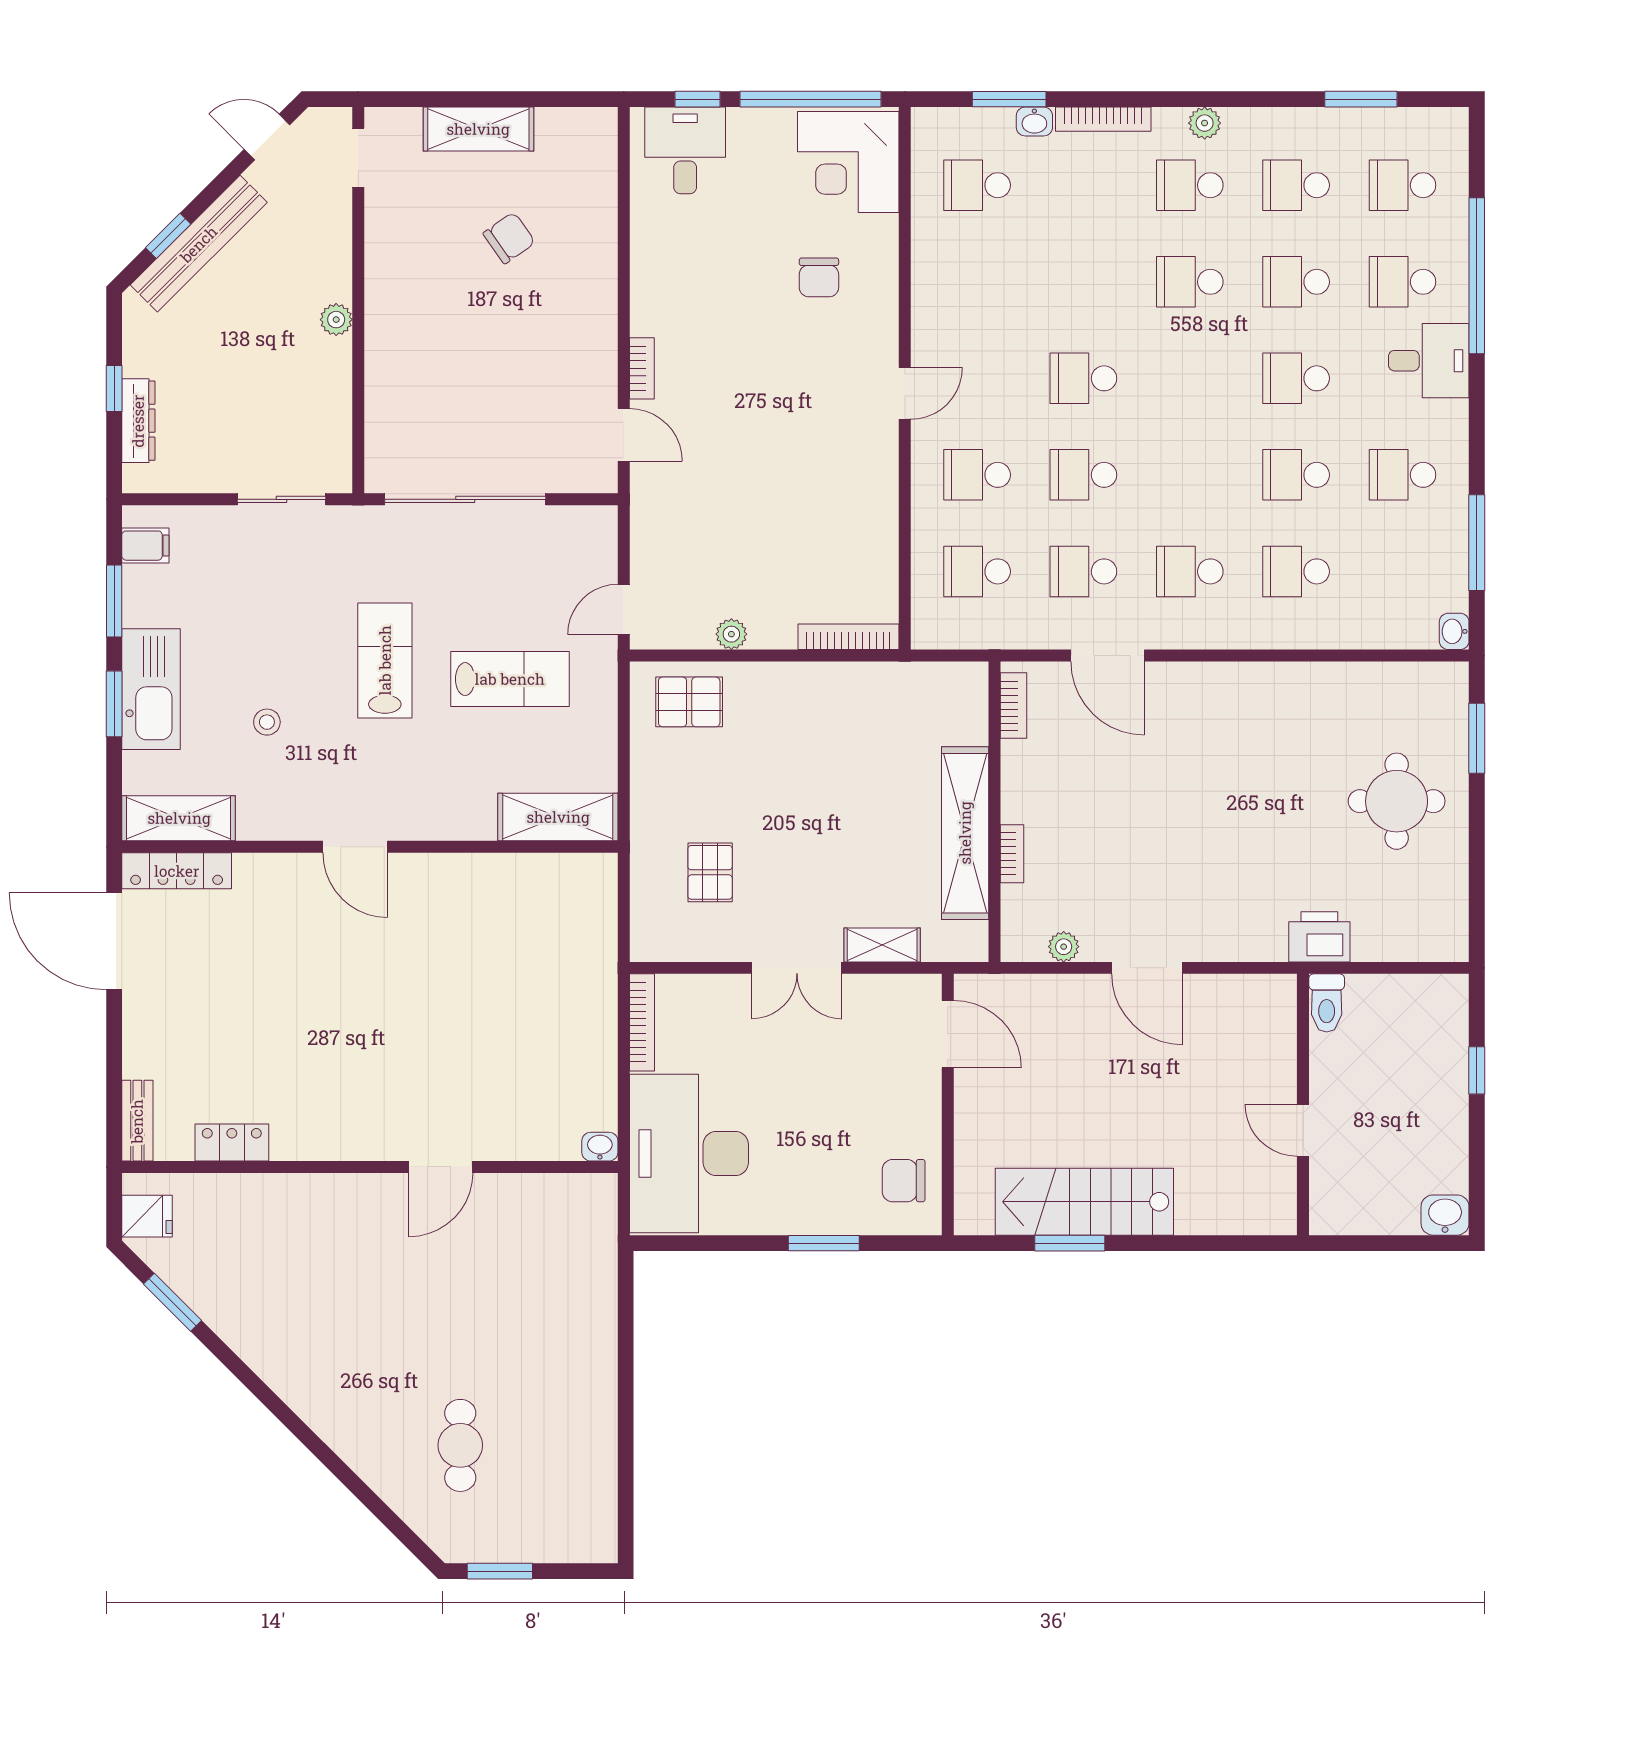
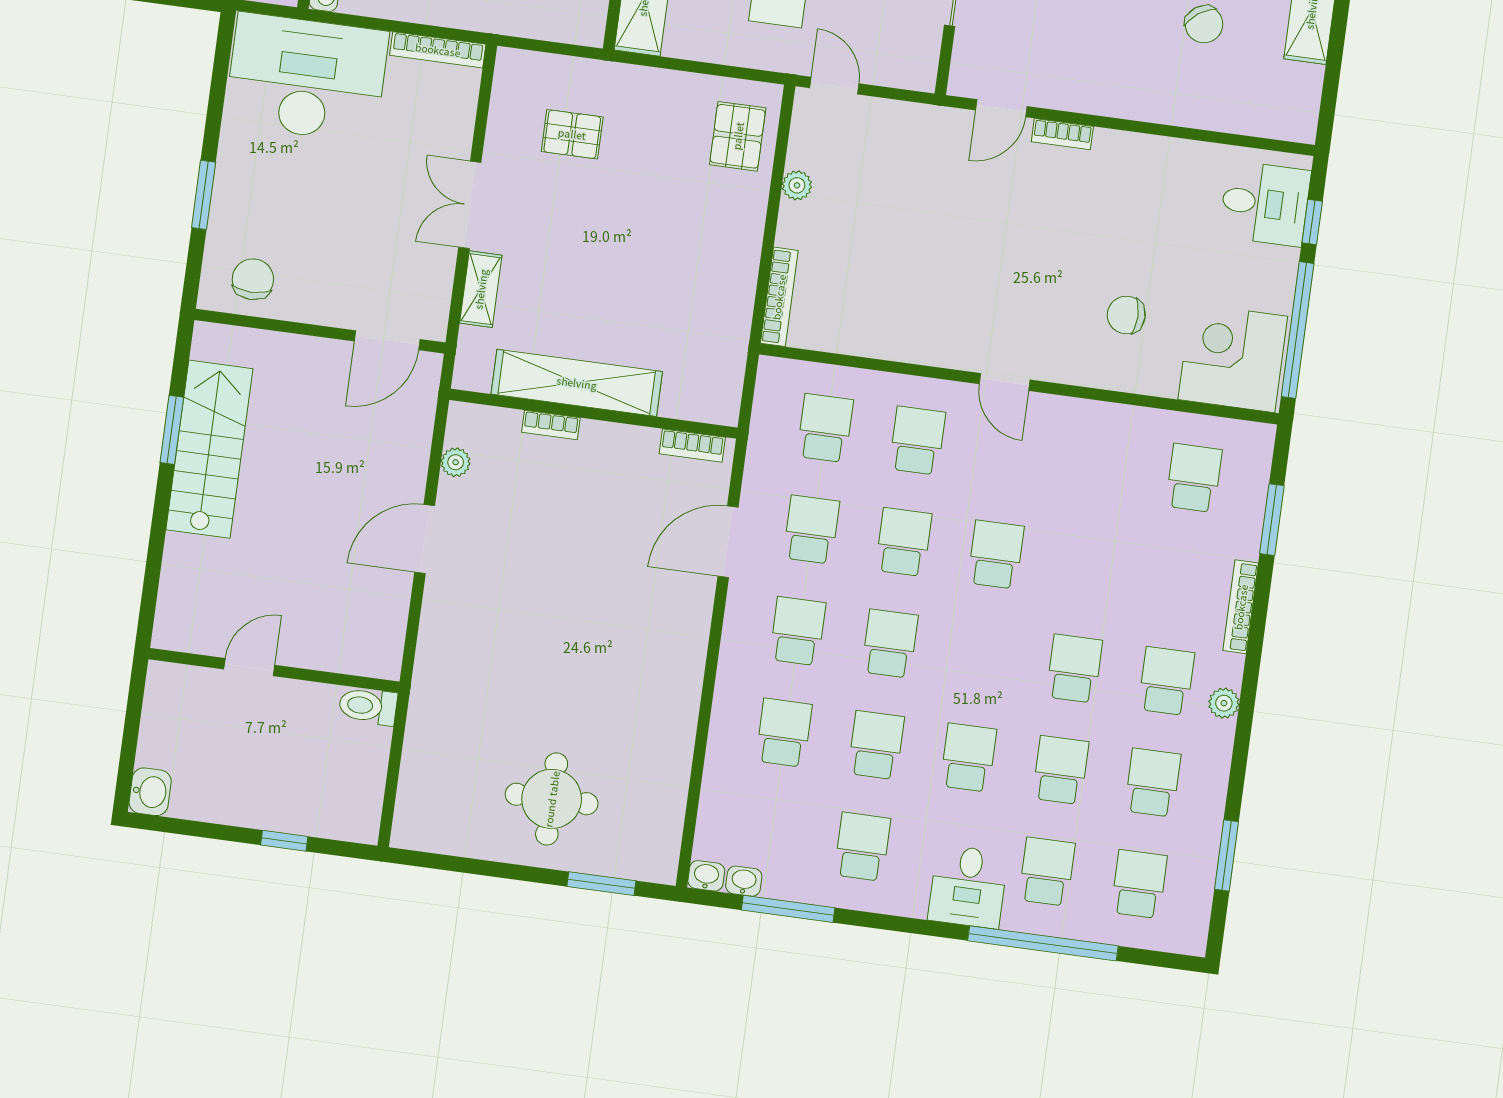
washbasin: (1034, 121) -> (744, 881), moved, turned 90
school desk: (1190, 475) -> (890, 644), added
printer: (1319, 937) -> (432, 708), removed

